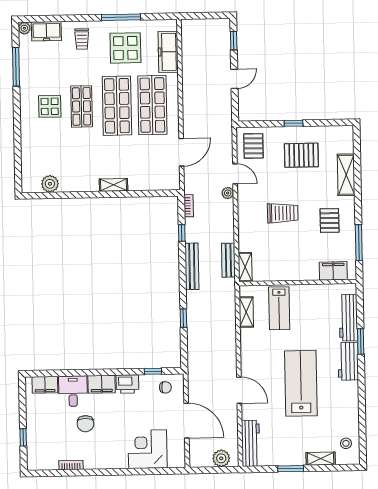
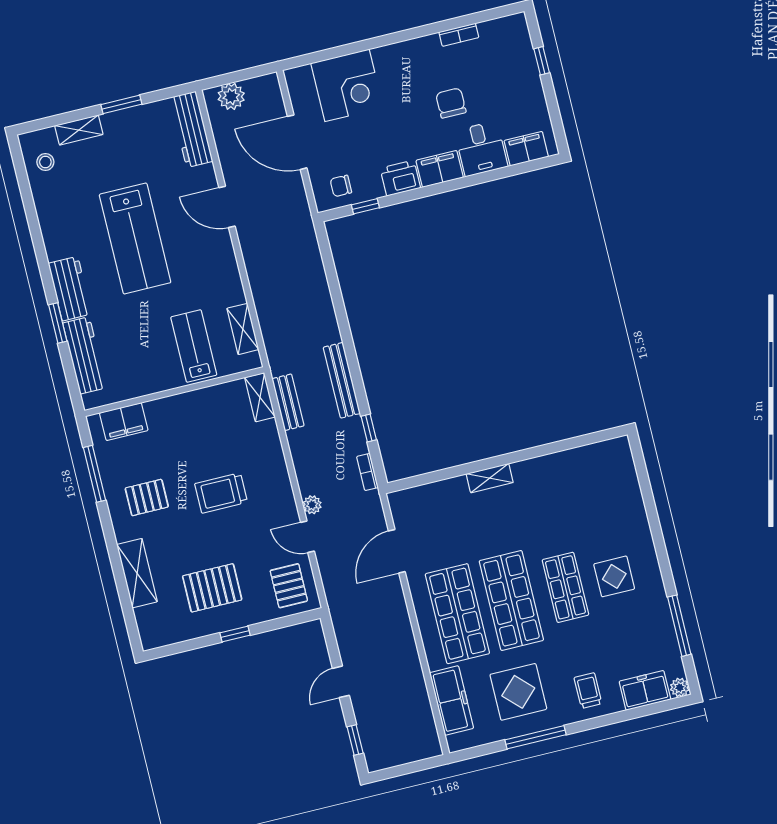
plant: (50, 184) -> (587, 458), removed
pallet: (330, 221) -> (147, 497), turned 90
window: (183, 318) -> (337, 298), removed

